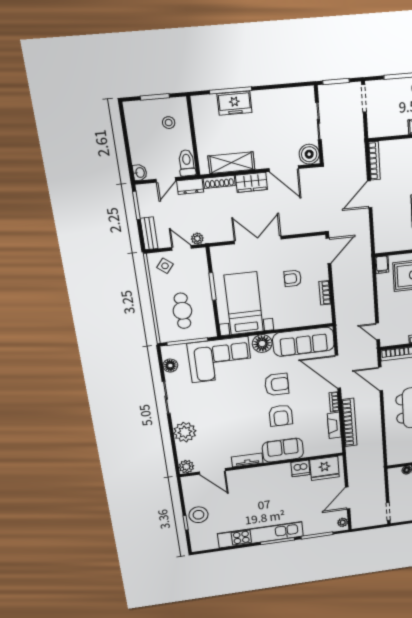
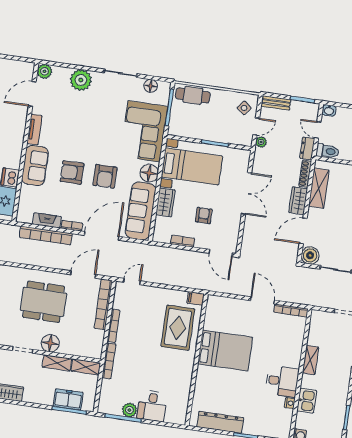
cafe table: (182, 311) -> (193, 95), moved
wardrobe: (289, 320) -> (165, 202), added

